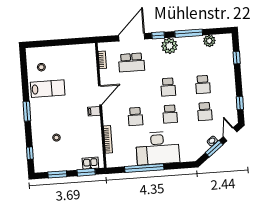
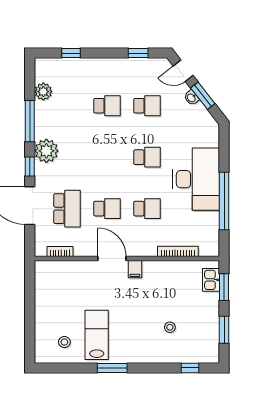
school desk: (168, 87) -> (107, 209), moved
window: (27, 111) -> (112, 368), moved

